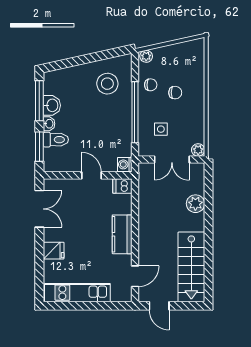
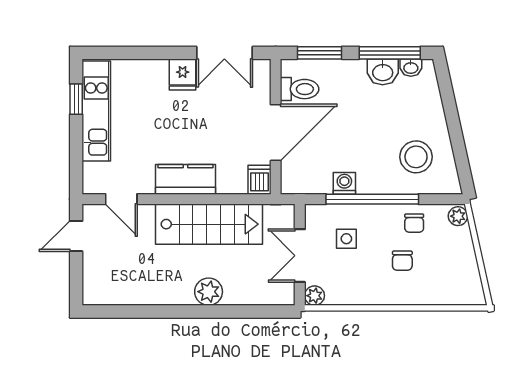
washbasin: (49, 124) -> (411, 68), moved
toilet: (56, 140) -> (300, 89), moved, turned -90
washing machine: (125, 164) -> (344, 183), moved
door: (91, 175) -> (276, 133), width x1.88
plant: (195, 204) -> (209, 292), moved
fridge: (54, 251) -> (183, 75), moved
stairs: (191, 267) -> (209, 224), moved, turned 180
window: (70, 306) -> (76, 99), added

